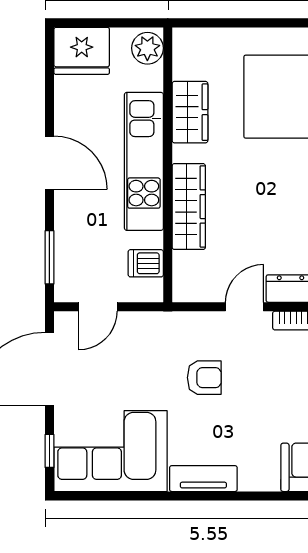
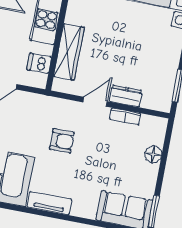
wardrobe: (189, 207) -> (69, 52), moved

